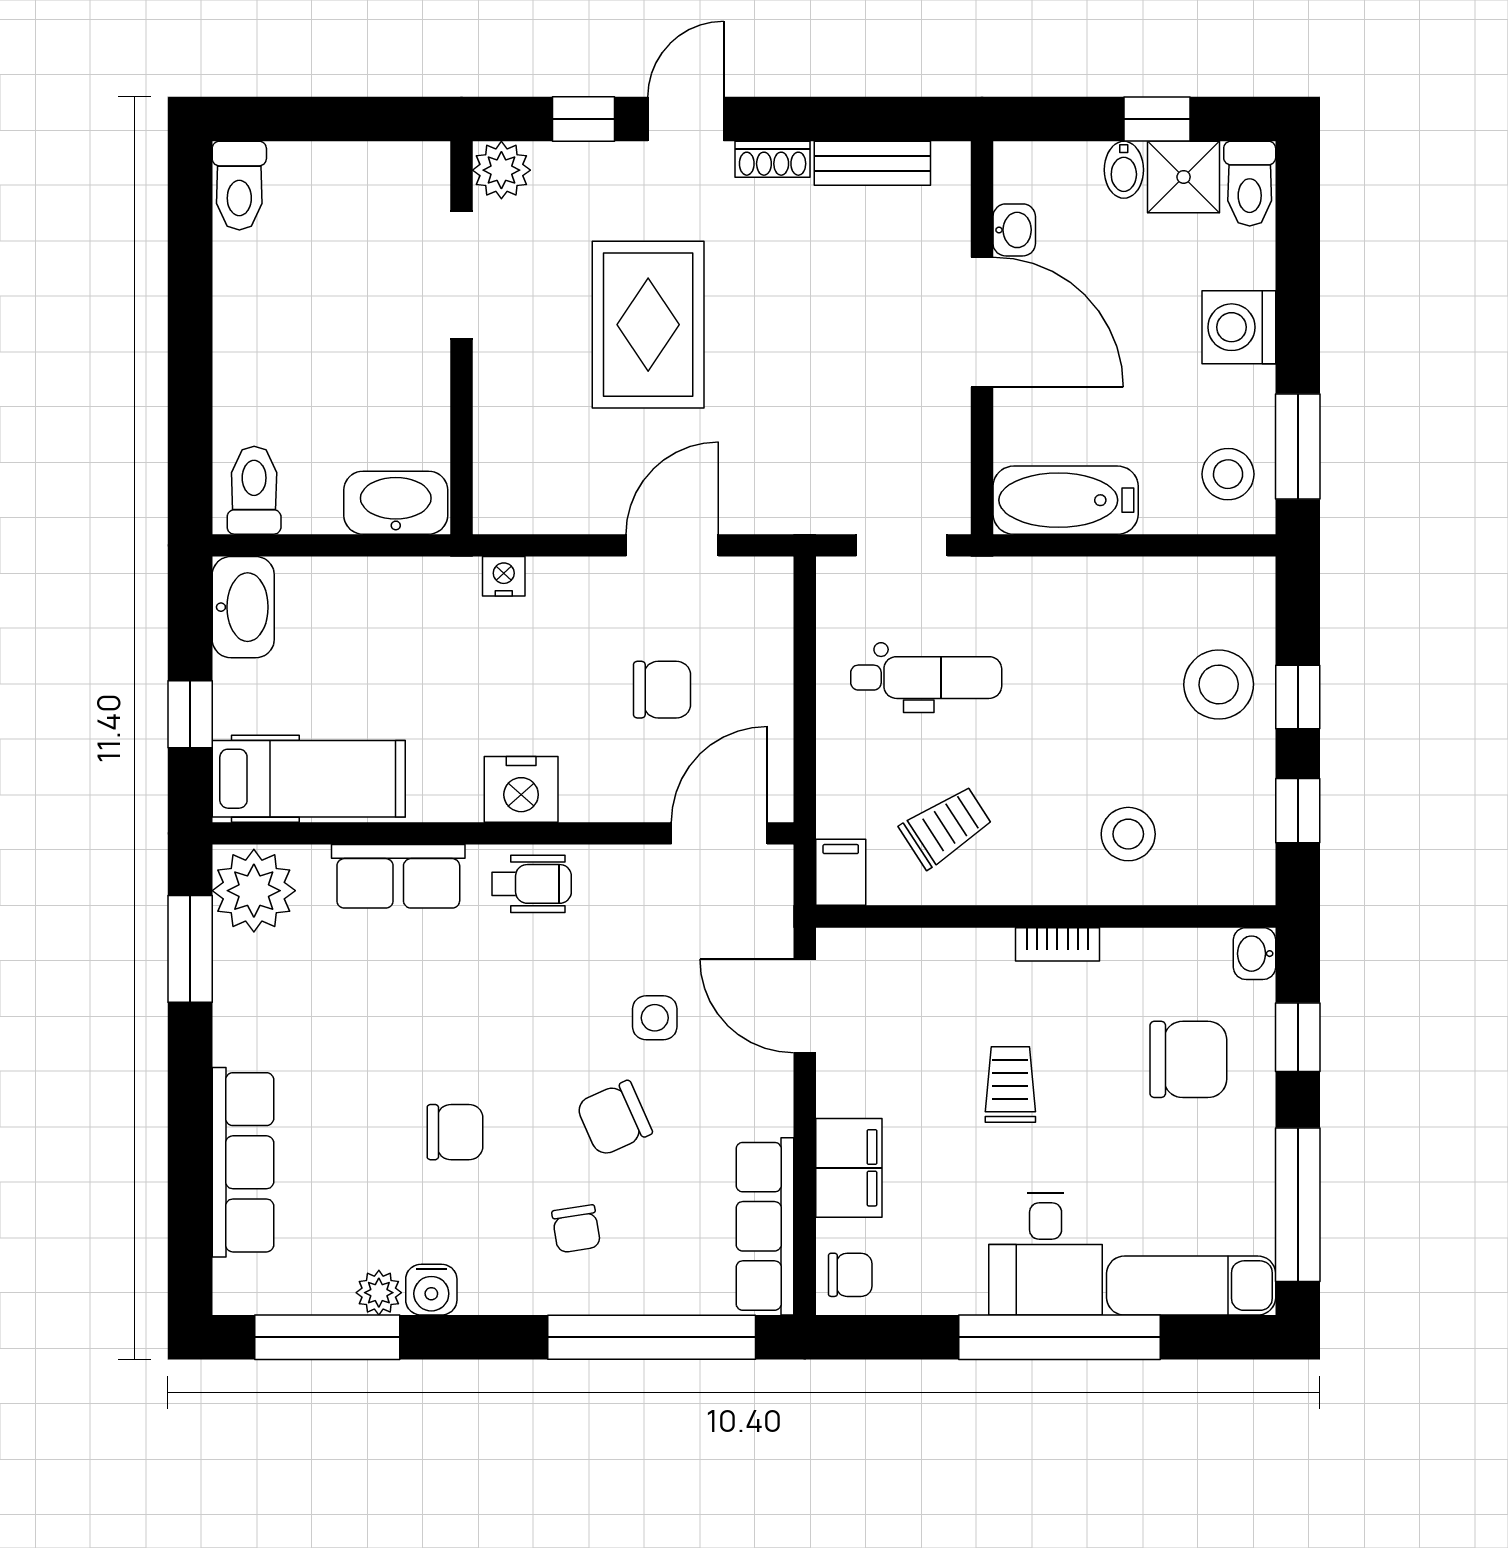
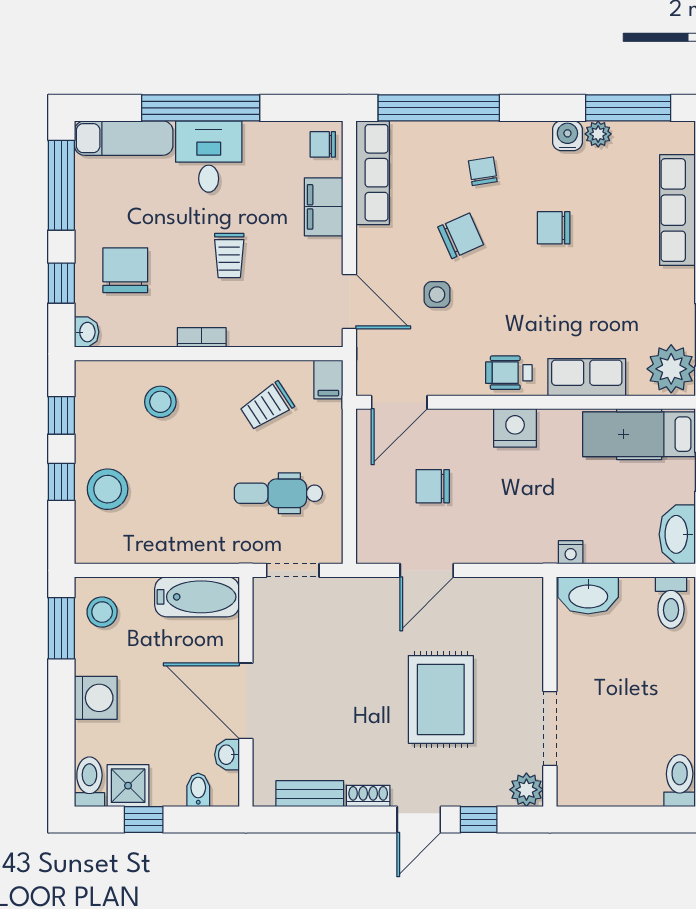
bidet: (1124, 170) -> (198, 790), moved
nightstand: (504, 576) -> (571, 552), moved
chair: (1188, 1059) -> (125, 270), turned 90

